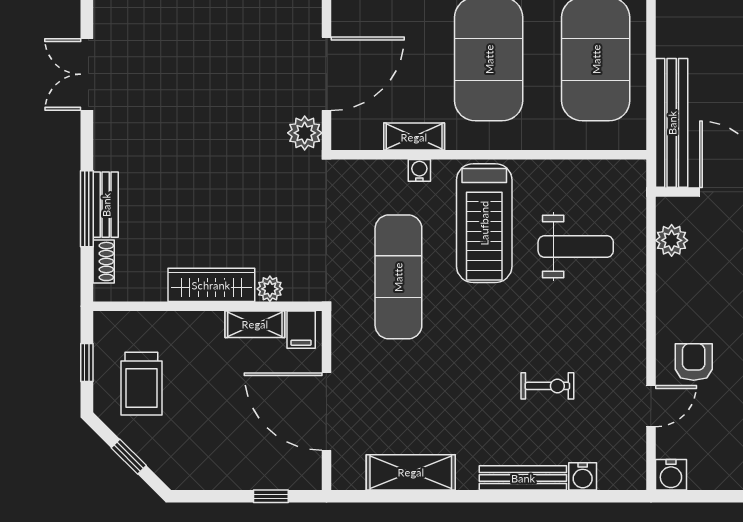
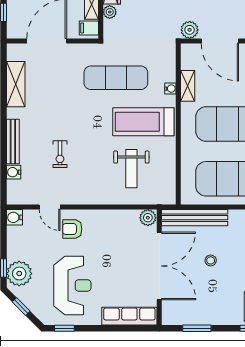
plant: (672, 240) -> (148, 218), moved
armchair: (694, 362) -> (72, 229), turned 180

